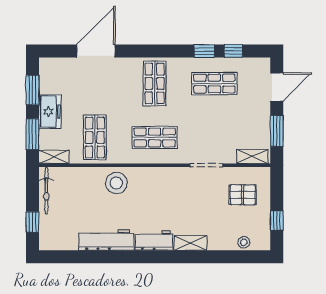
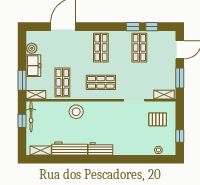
shop shelf: (214, 84) -> (139, 48), turned 90
plant: (47, 85) -> (32, 48), added
window: (32, 90) -> (22, 52), removed
window: (32, 222) -> (22, 121), moved
shelving: (190, 243) -> (41, 150), moved

